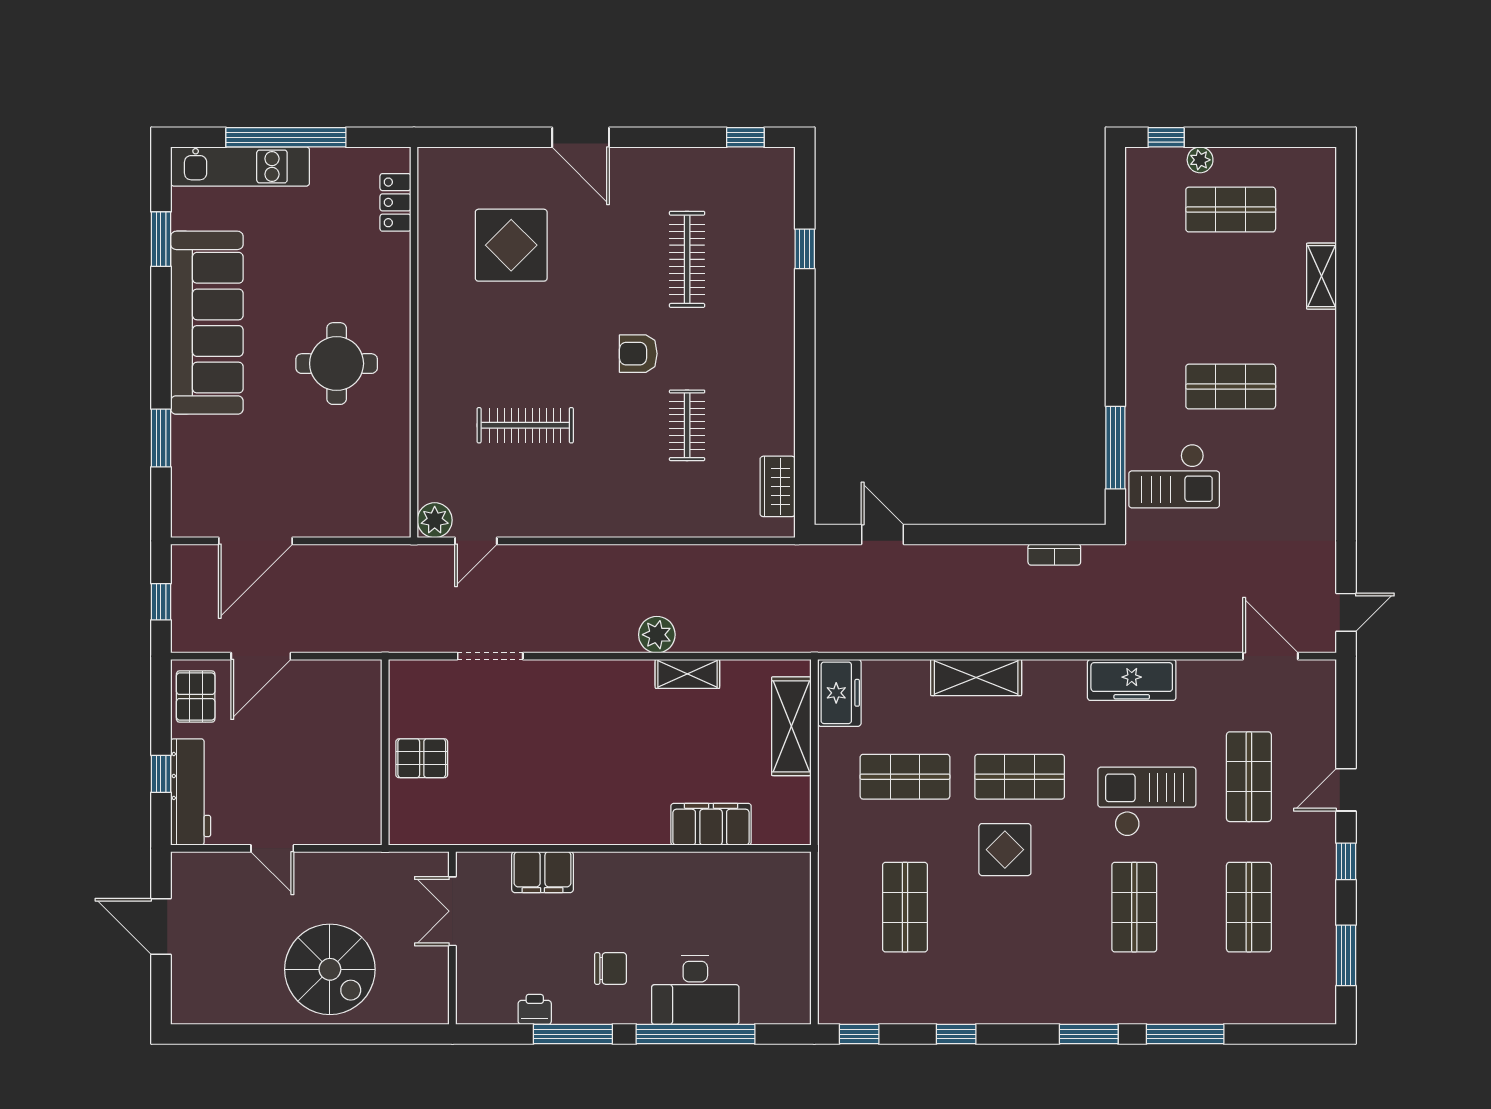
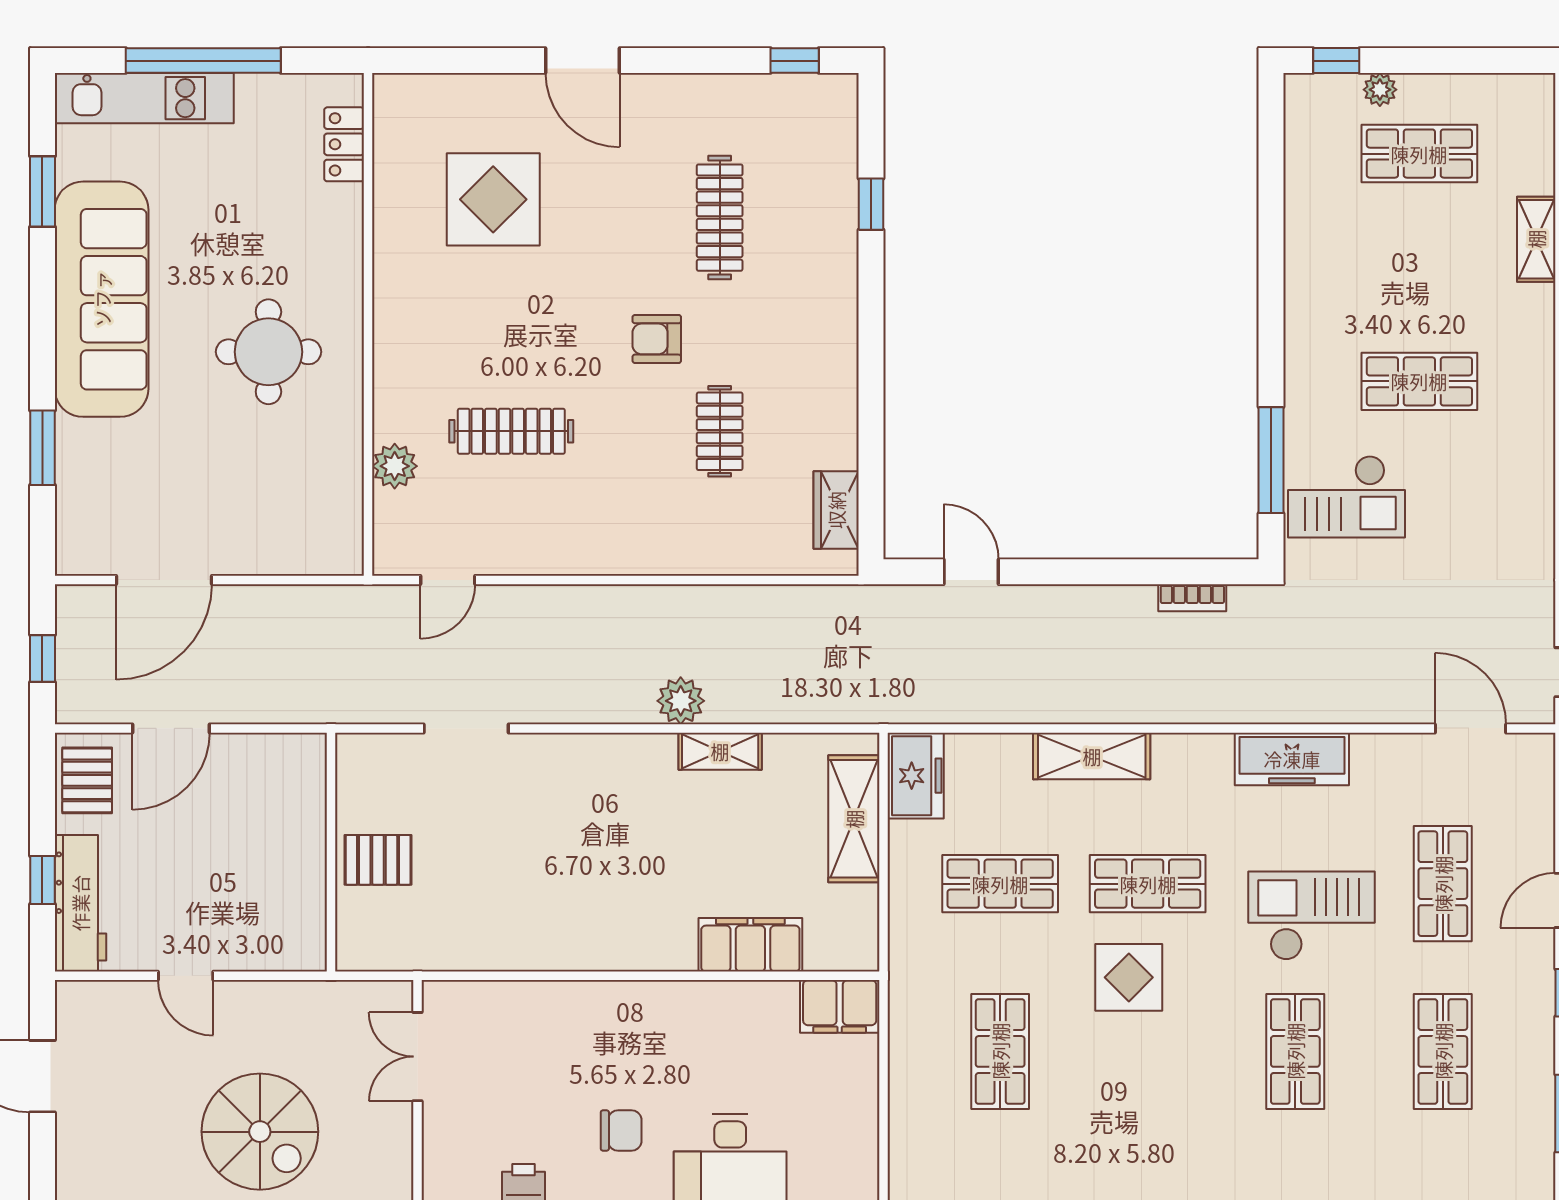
plant: (435, 520) -> (395, 466), moved
filing cabinet: (543, 872) -> (840, 1006), moved

